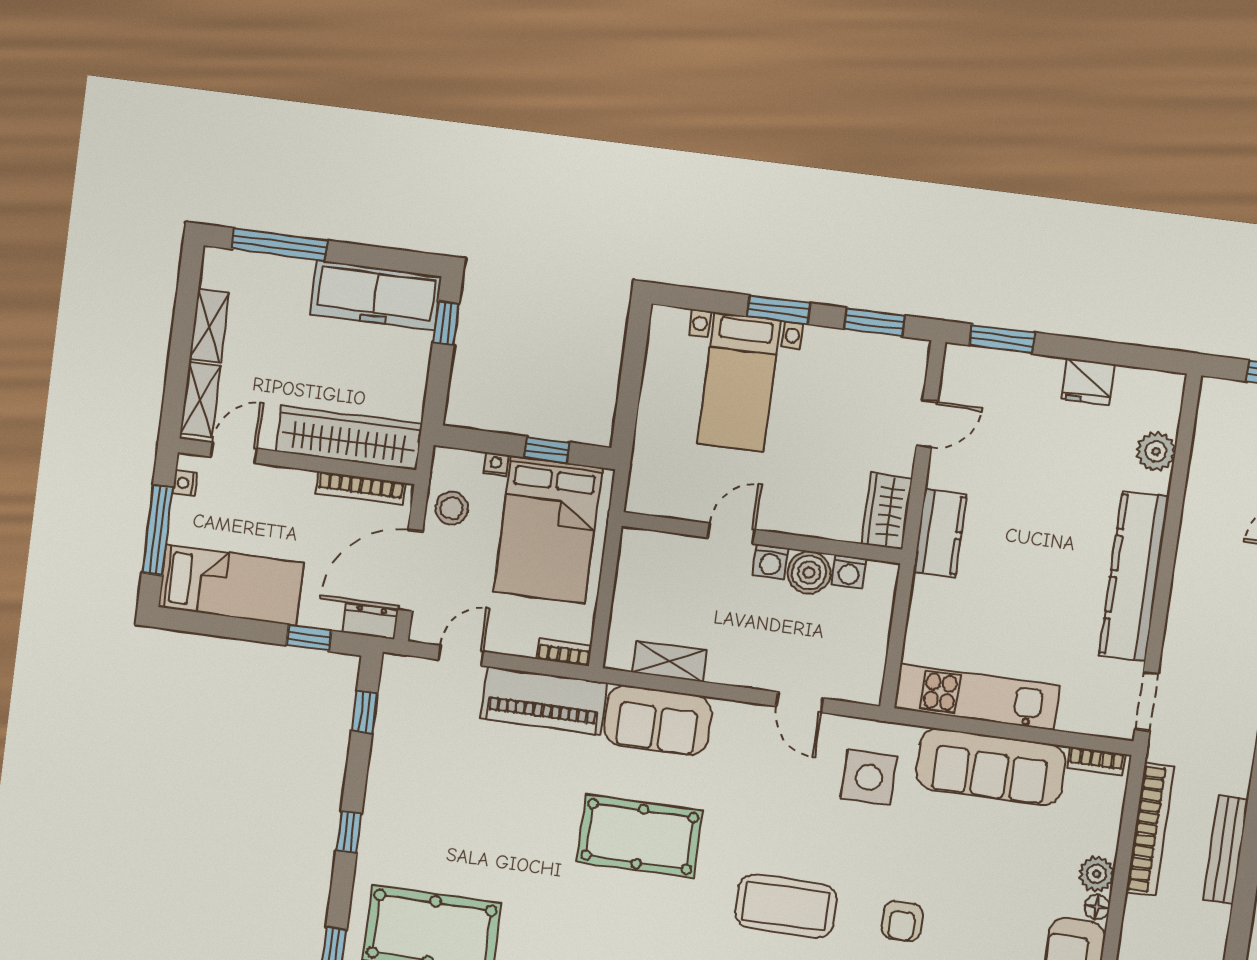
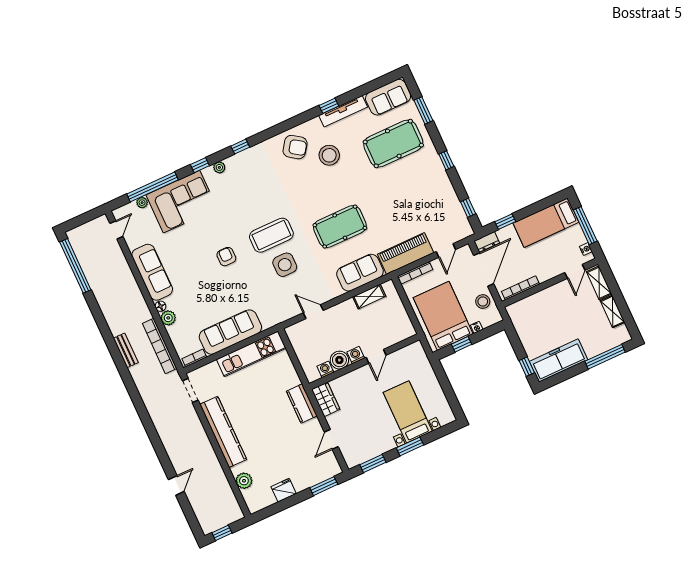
wardrobe: (349, 438) -> (536, 303), removed
bookcase: (564, 652) -> (415, 273), width x1.56
side table: (869, 777) -> (285, 265), moved
bench: (1226, 850) -> (126, 350), width x0.73

